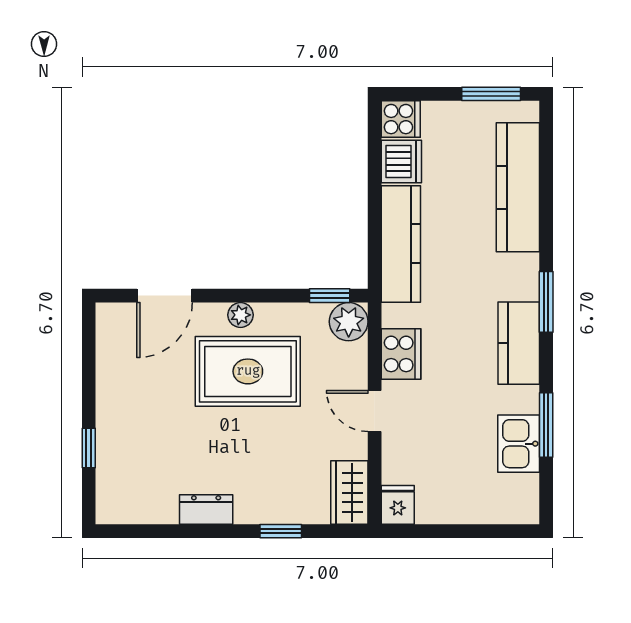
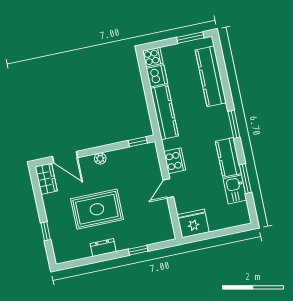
door: (165, 296) -> (65, 157), hinge flipped
plant: (349, 322) -> (149, 151), removed
kitchen counter: (519, 343) -> (228, 157), moved
rug: (248, 371) -> (97, 209), moved
door: (375, 411) -> (168, 188), hinge flipped
wardrobe: (349, 493) -> (46, 179), moved, turned 180
fridge: (398, 505) -> (193, 223), width x1.88, depth x1.34

